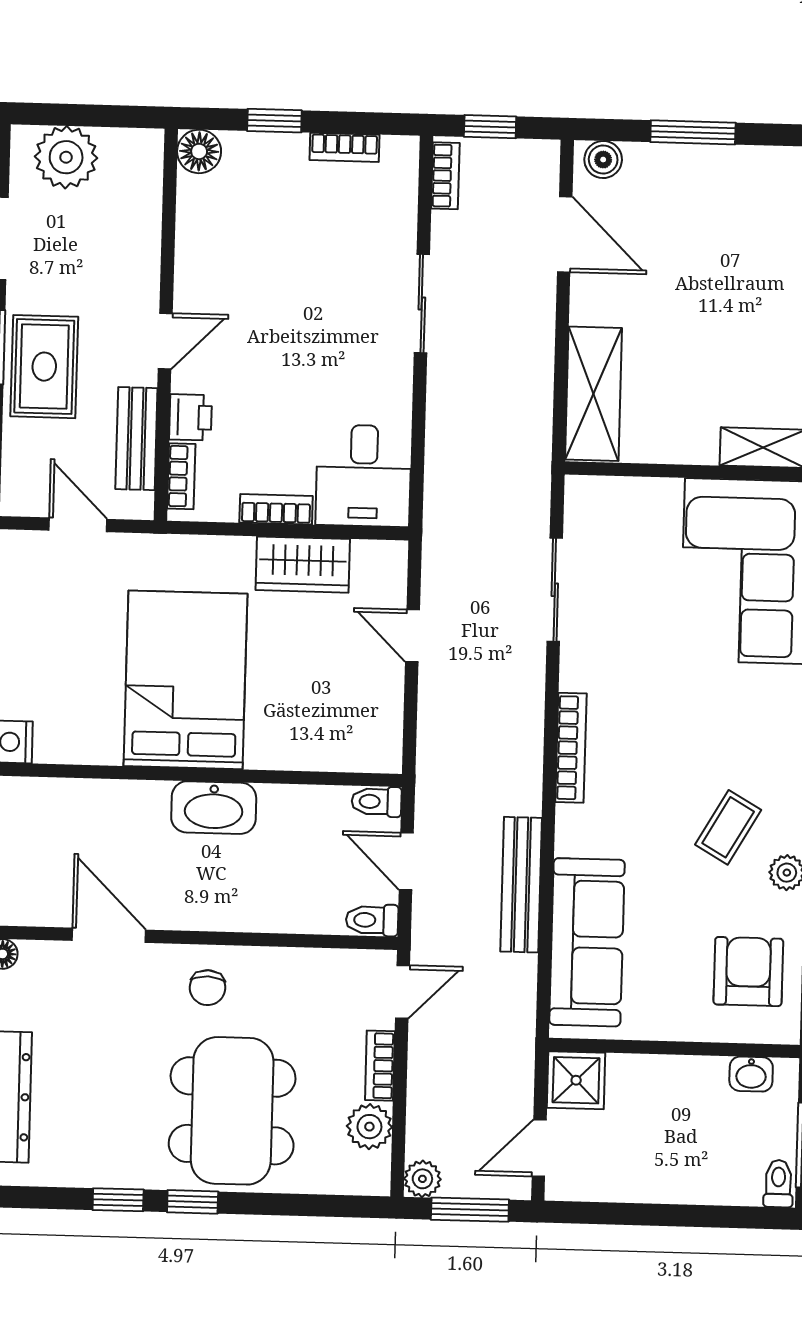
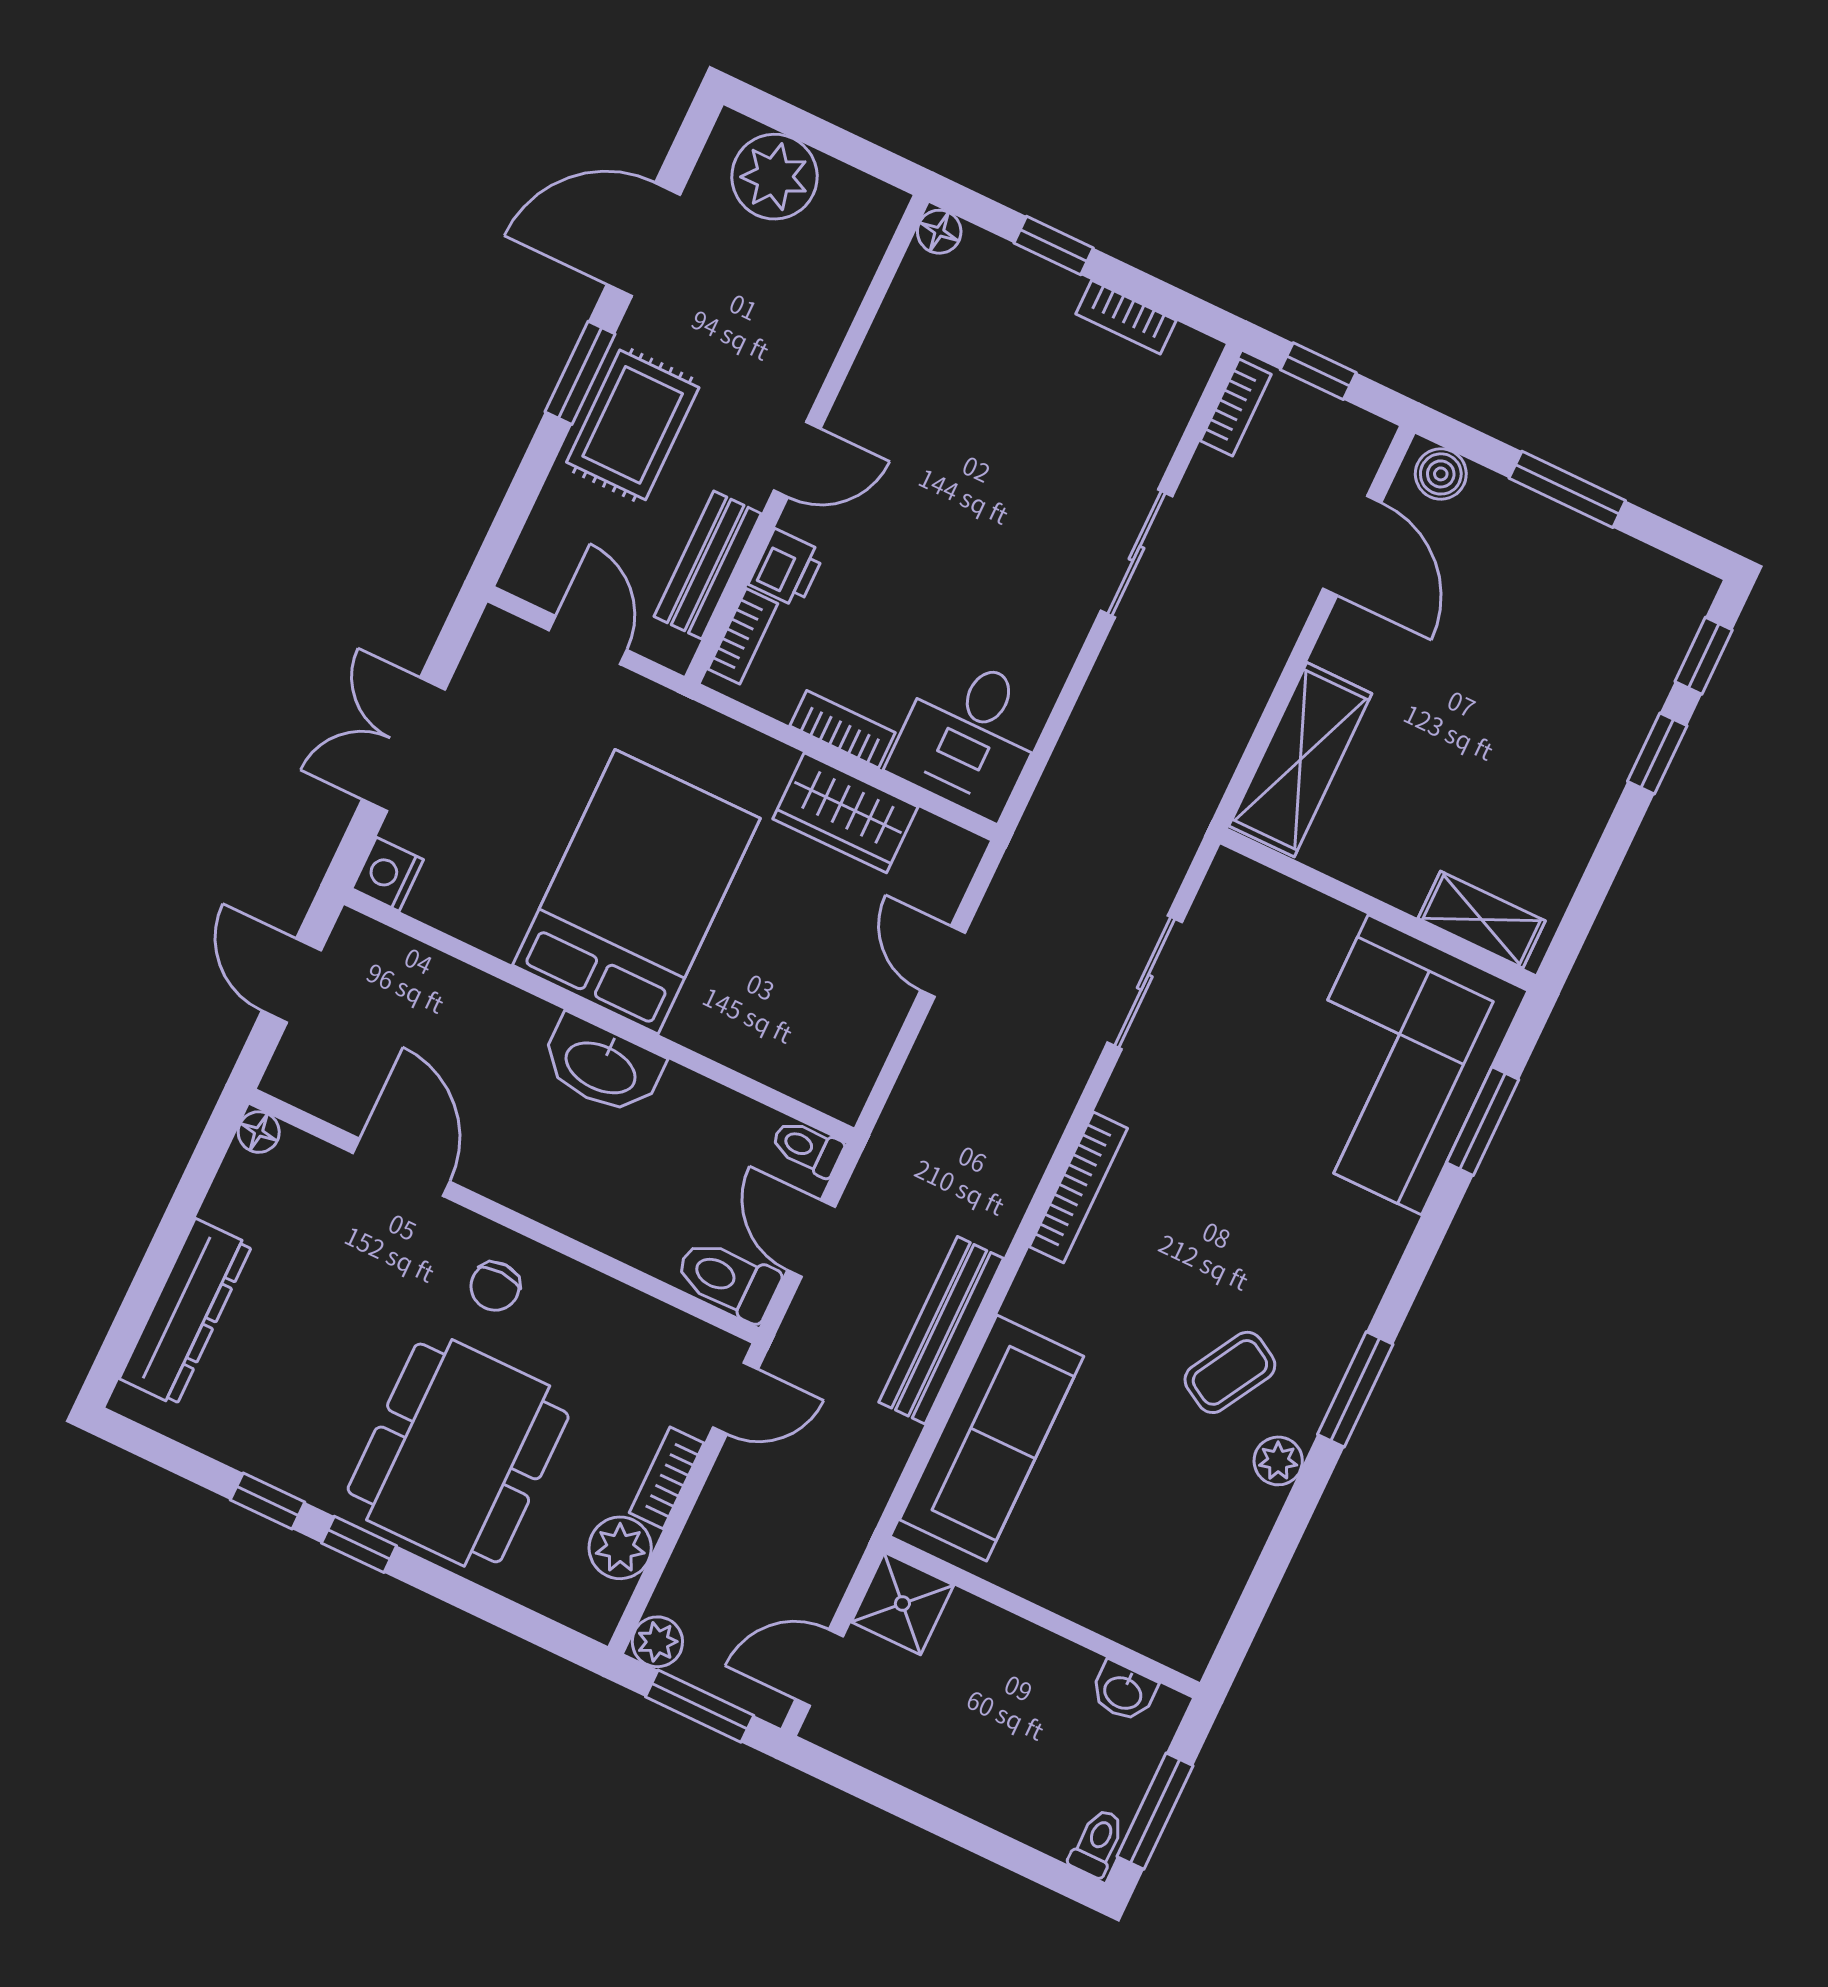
floor lamp: (199, 151) -> (939, 232), width x0.73, depth x0.73
toilet: (372, 920) -> (728, 1279), width x1.37, depth x1.39
armchair: (748, 972) -> (1176, 1563), removed

